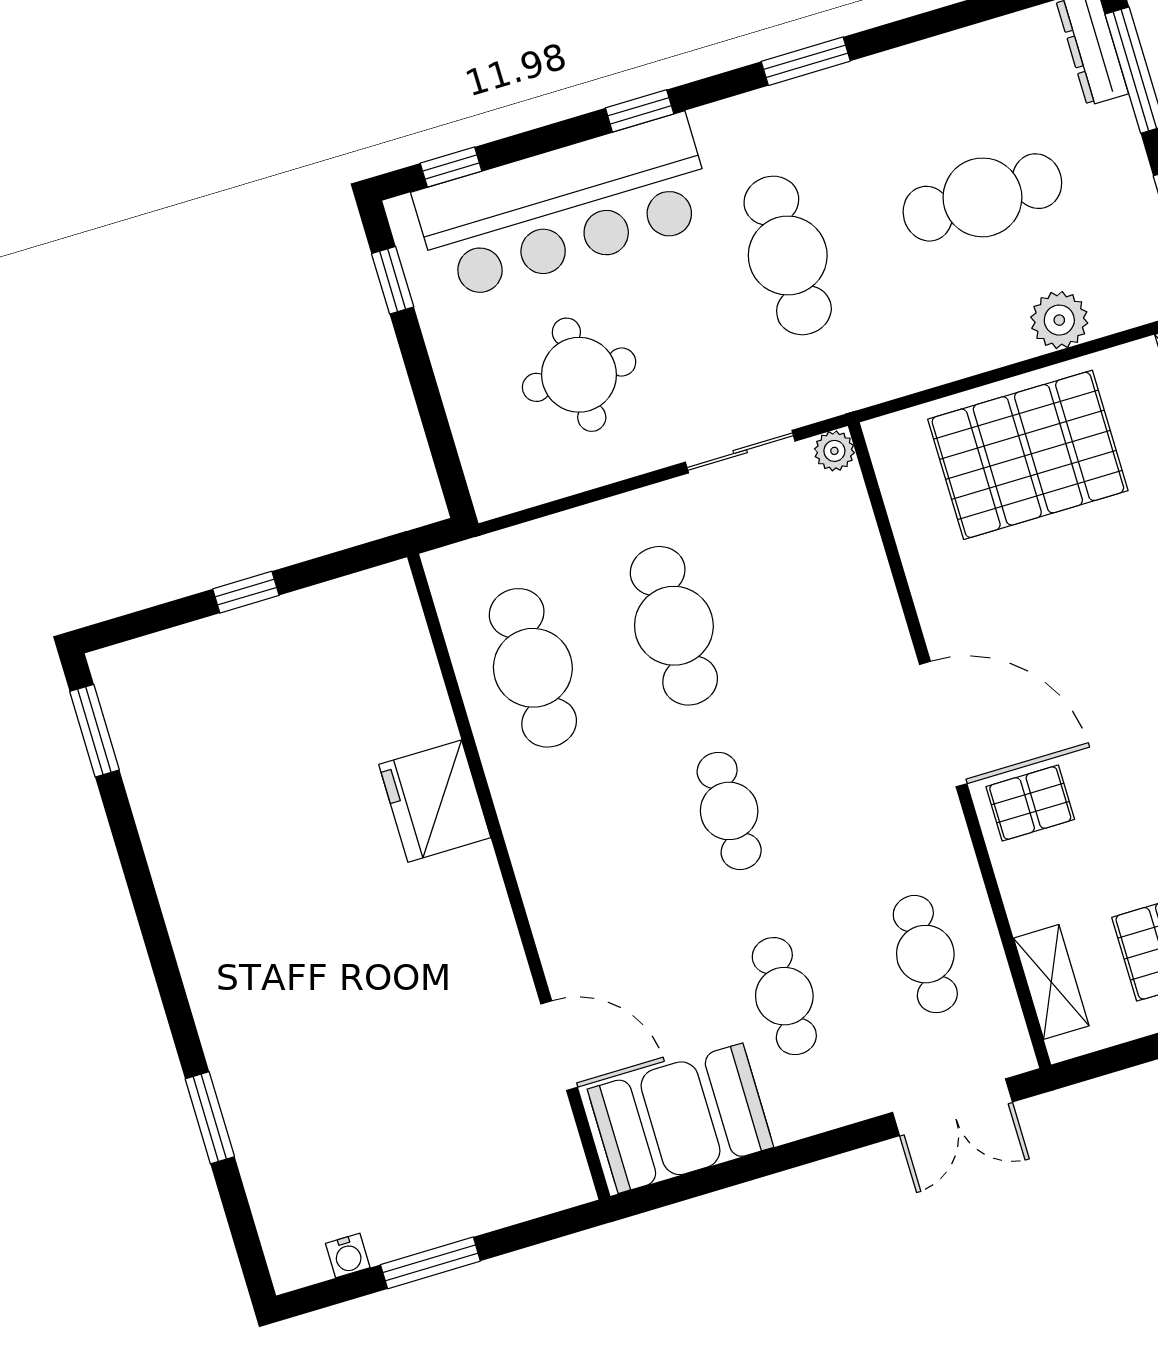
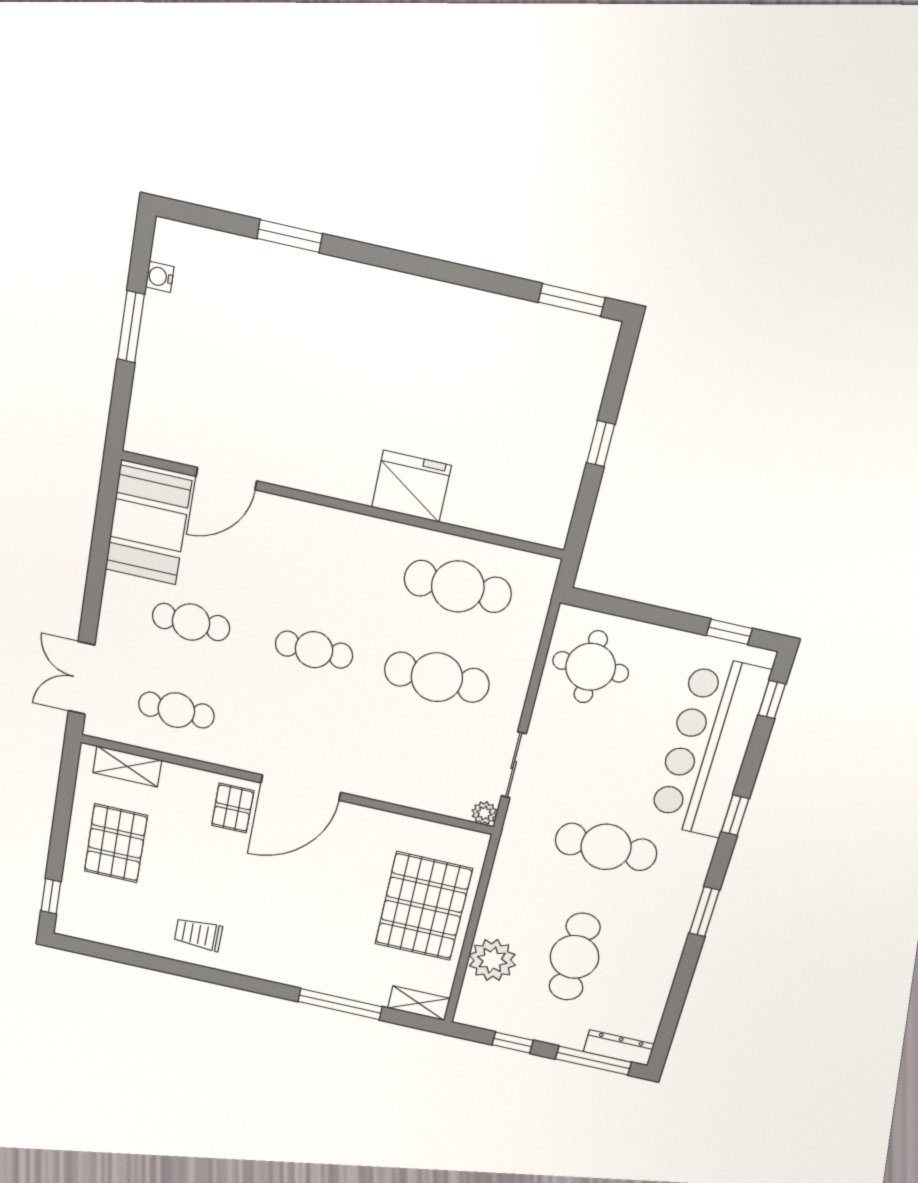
plant: (1059, 320) -> (492, 960), width x1.36, depth x1.36
round table: (579, 375) -> (591, 667), moved

